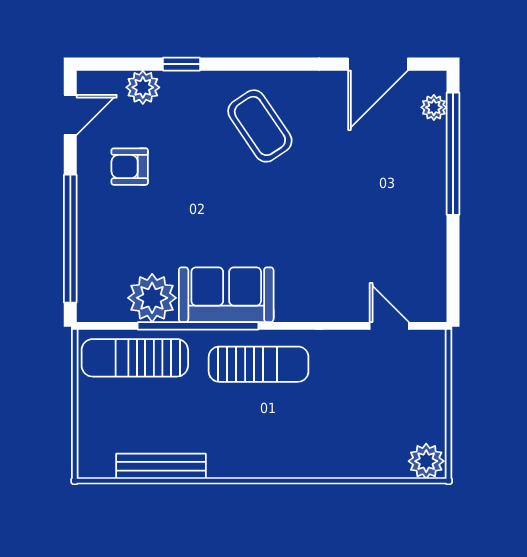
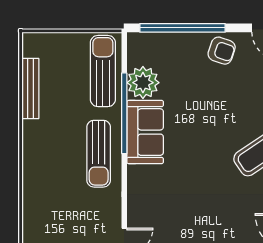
armchair: (130, 167) -> (222, 51), moved, turned 109

